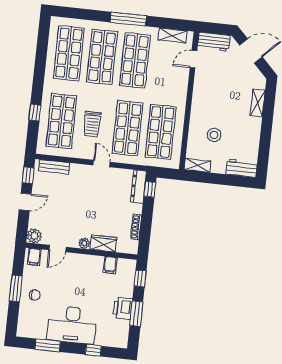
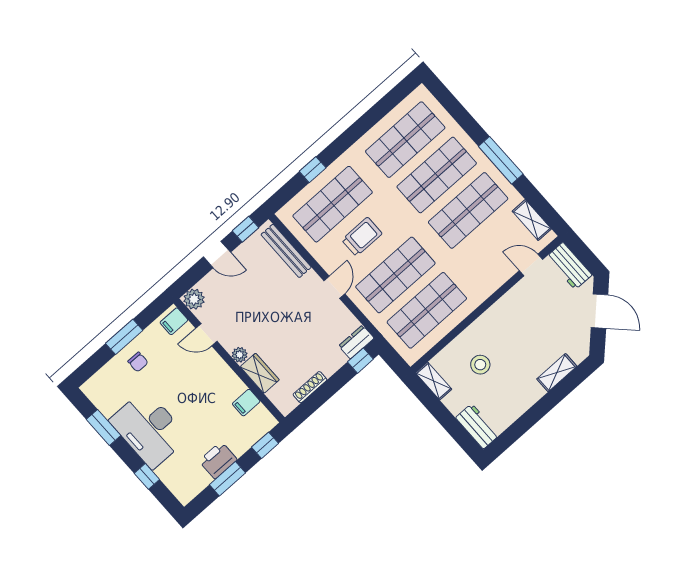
trolley: (92, 124) -> (362, 237), turned 180
bench: (54, 167) -> (286, 251), width x1.36
dresser: (138, 186) -> (356, 342), width x0.70

